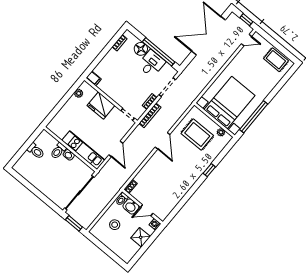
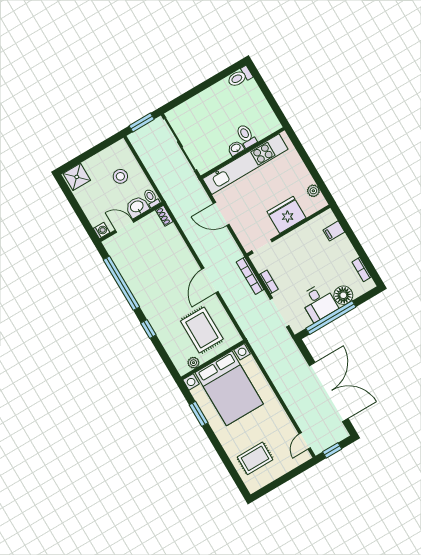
rug: (276, 60) -> (255, 458), moved
filing cabinet: (94, 78) -> (334, 231), moved
window: (254, 117) -> (199, 414), width x0.47
rug: (197, 134) -> (202, 330), turned 90
door: (163, 141) -> (210, 281), hinge flipped
kitchen unit: (83, 150) -> (245, 164), width x1.36
toilet: (36, 151) -> (240, 77), moved
window: (185, 199) -> (121, 283), added
door: (147, 210) -> (125, 226), hinge flipped
shower: (141, 237) -> (77, 177), moved

